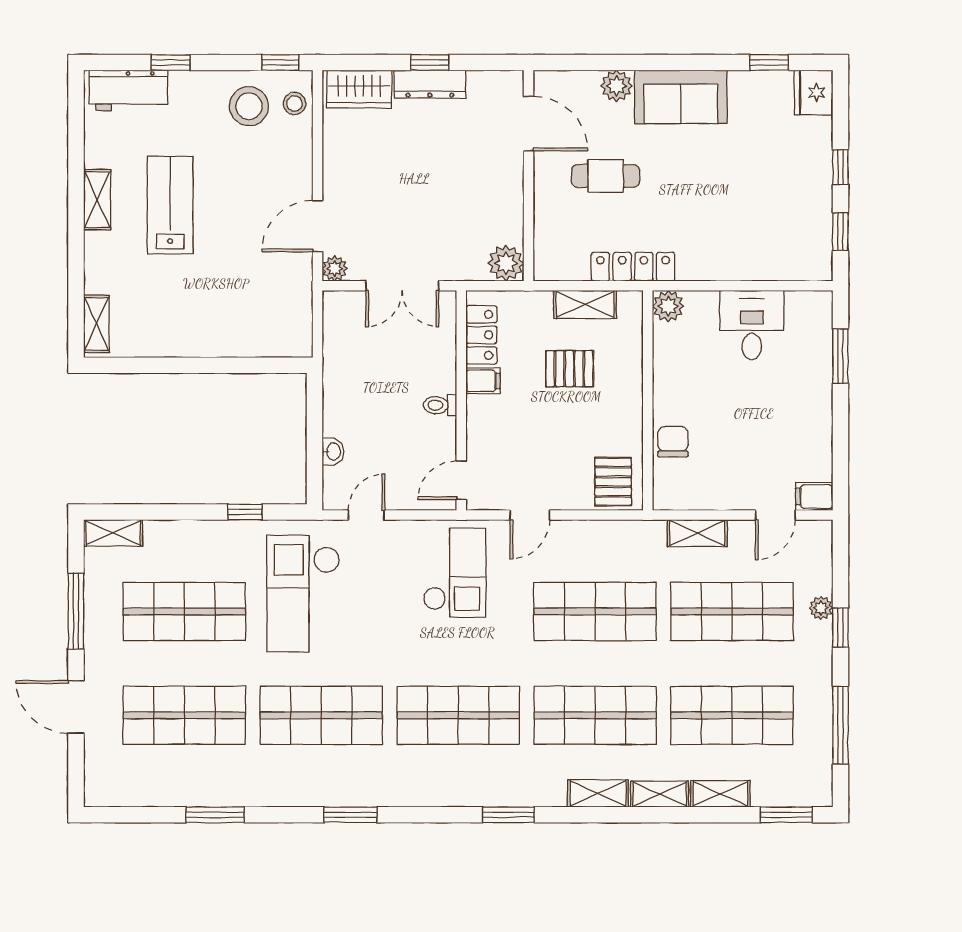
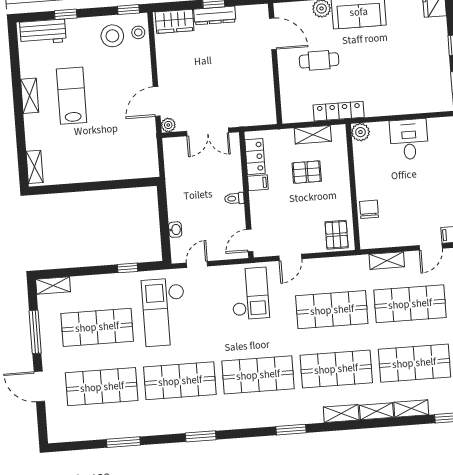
plant: (506, 263) -> (266, 115), removed

